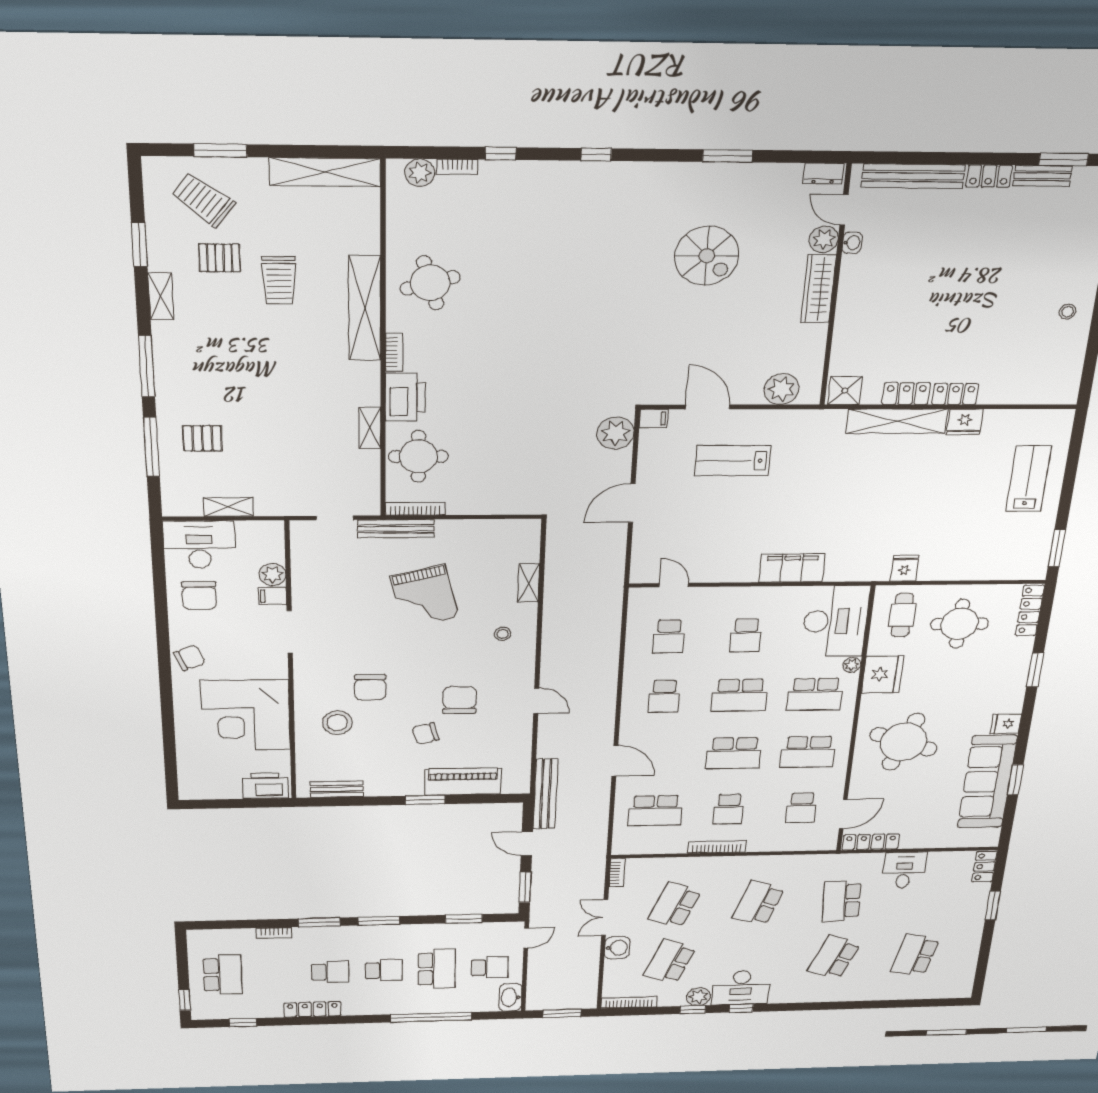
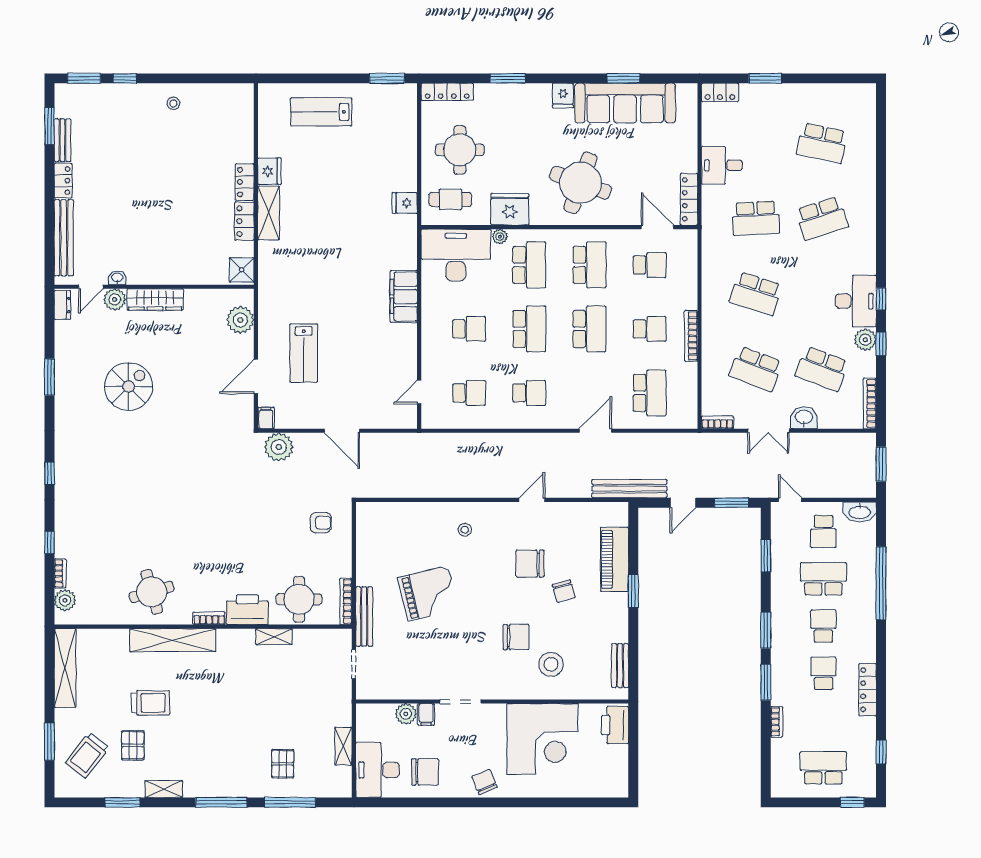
shelving: (897, 421) -> (269, 213), width x0.68
armchair: (517, 480) -> (321, 523), added
shelving: (529, 583) -> (416, 510), removed
school desk: (834, 957) -> (822, 218), turned -39
school desk: (490, 968) -> (823, 532), turned 180

